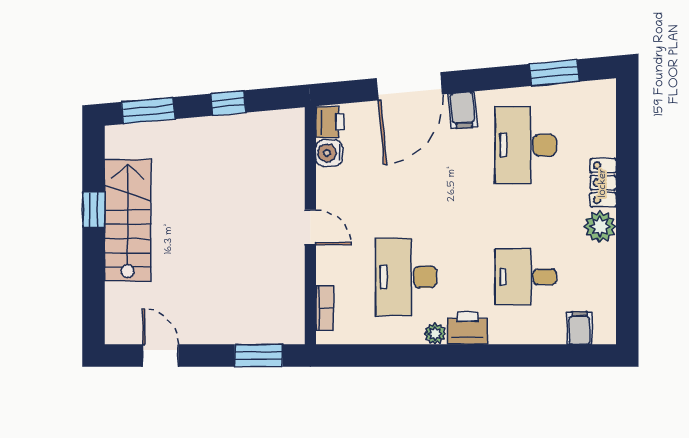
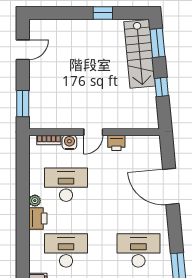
filing cabinet: (463, 110) -> (158, 216), removed
printer: (330, 122) -> (116, 143), moved
water cooler: (329, 153) -> (69, 142), moved
stairs: (128, 220) -> (140, 54), moved, turned 85
desk: (526, 277) -> (66, 250), width x1.37

